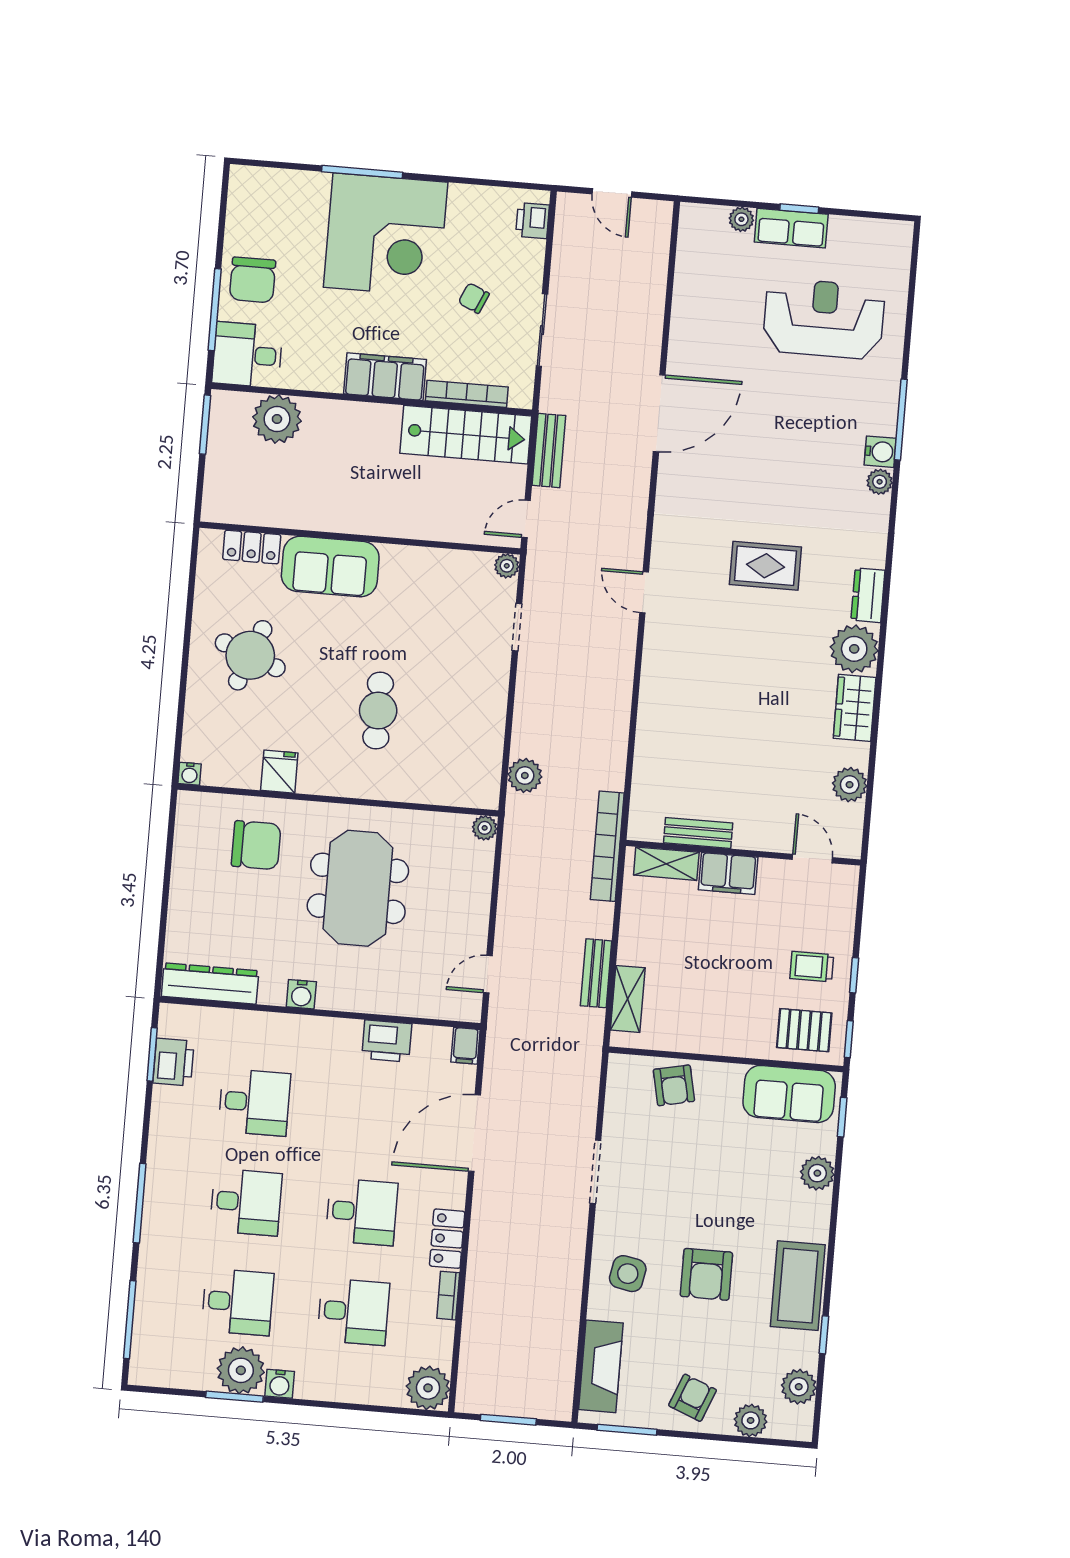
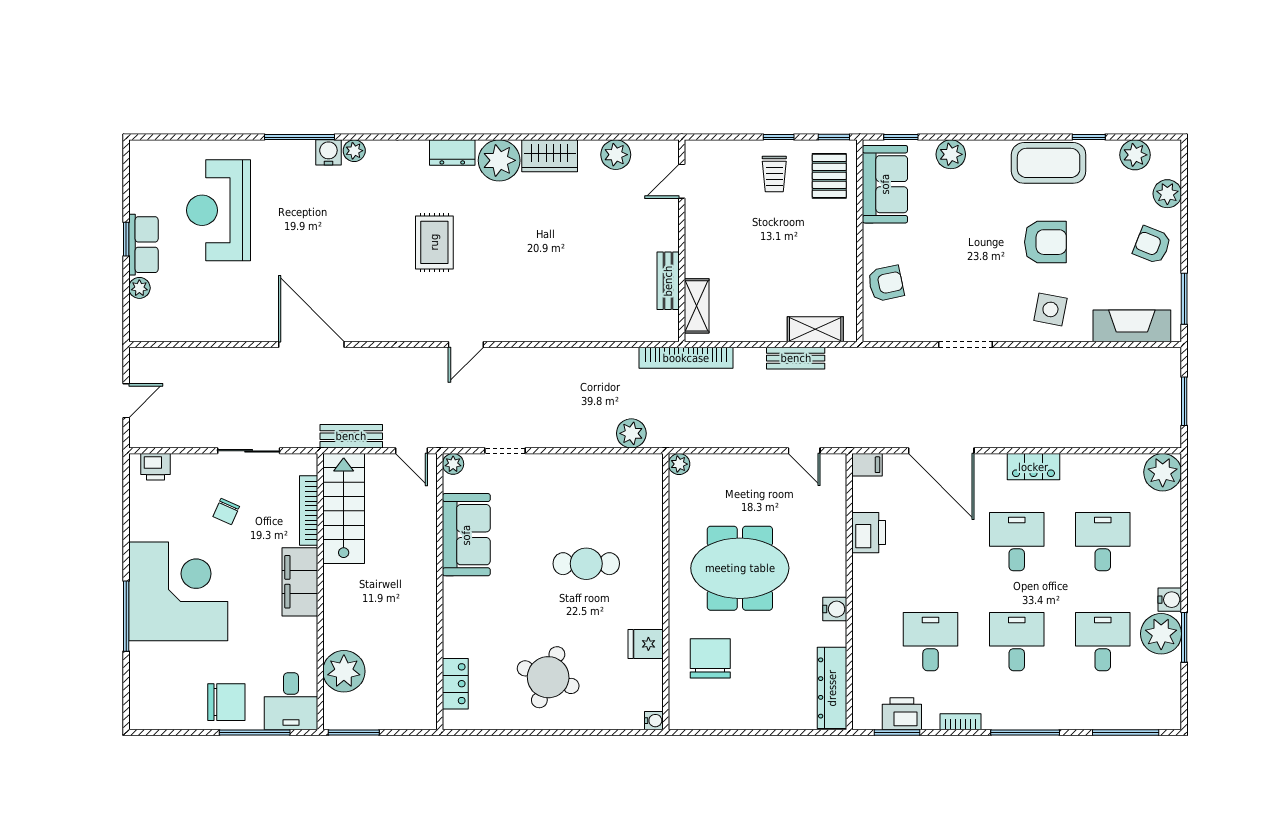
sofa: (330, 567) -> (466, 535), moved
filing cabinet: (728, 873) -> (701, 252), removed
bookcase: (448, 1296) -> (960, 722), moved, turned 180

